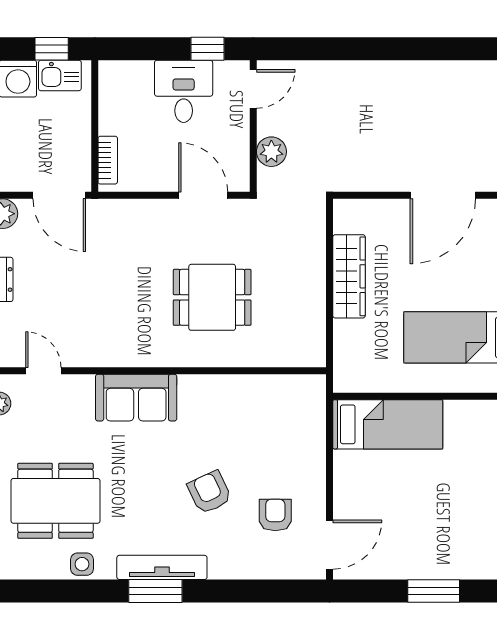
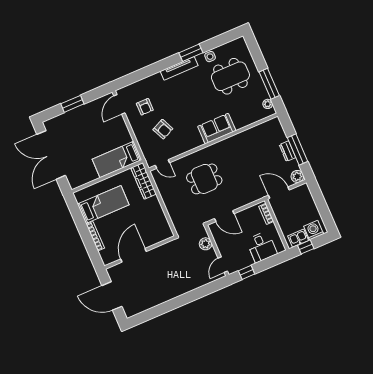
desk: (184, 91) -> (262, 247), moved
wardrobe: (349, 276) -> (144, 181), moved
door: (43, 371) -> (162, 164), moved
armchair: (209, 492) -> (163, 129), moved
window: (155, 591) -> (191, 53), moved

